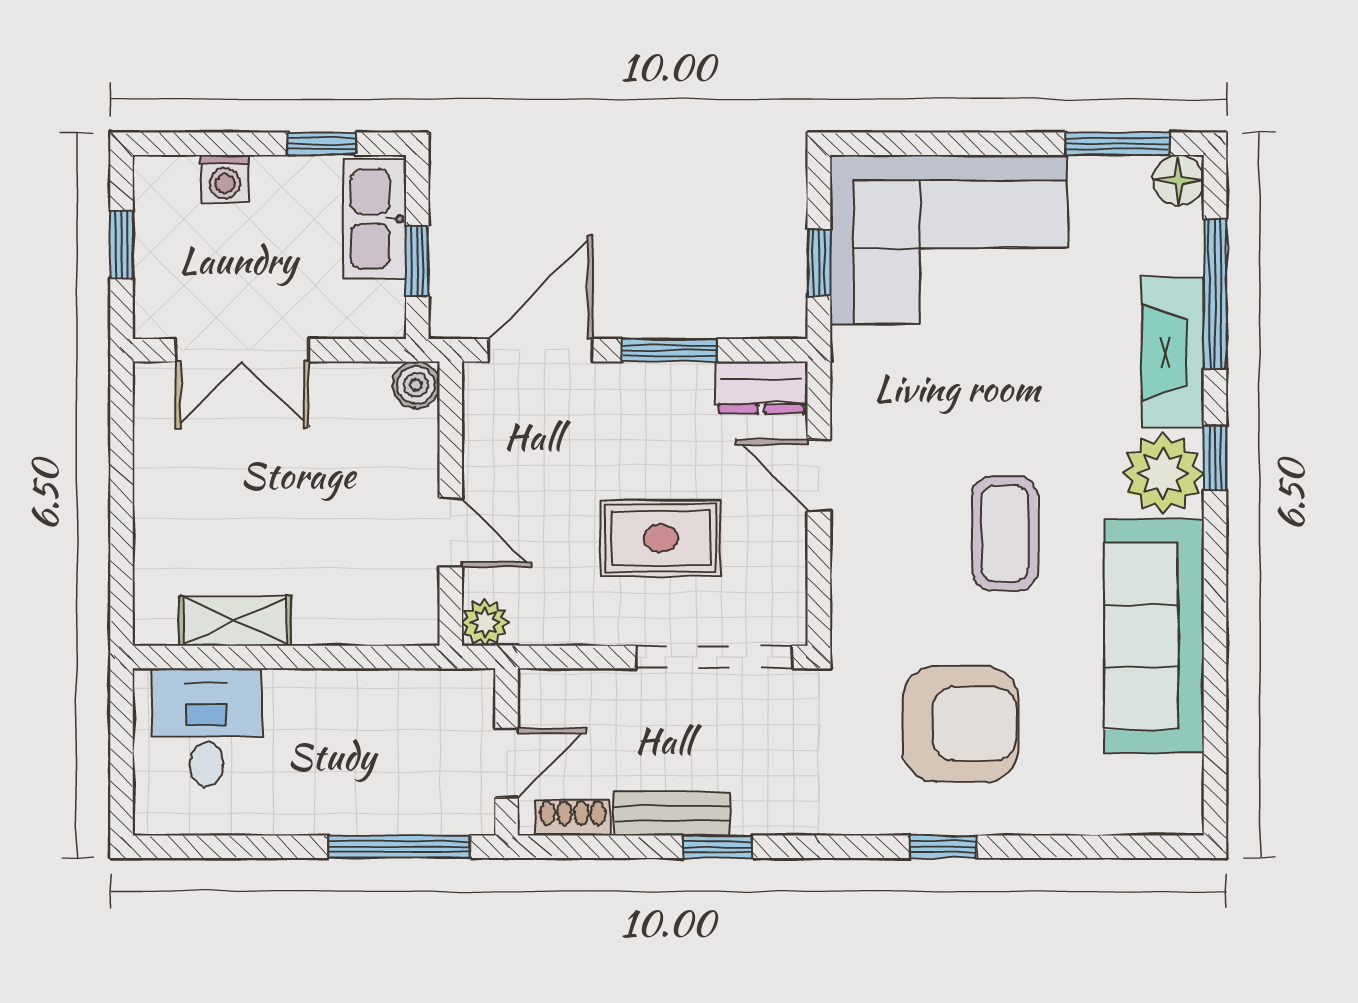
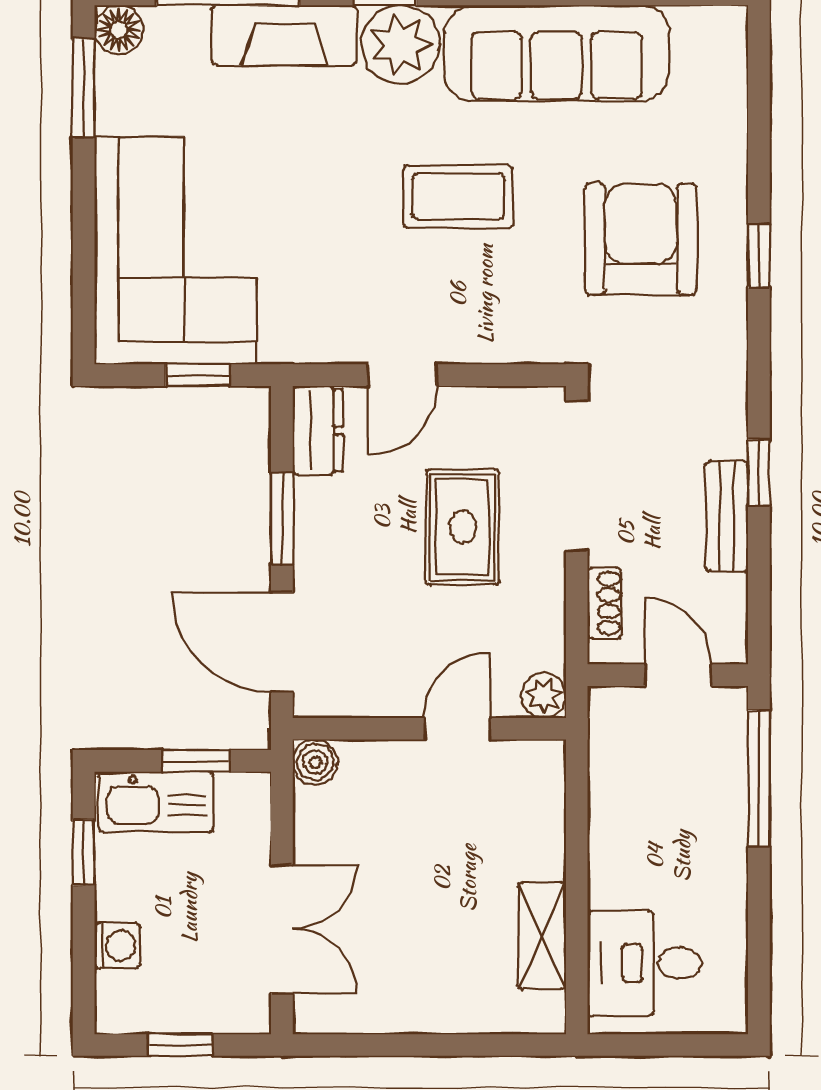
shoe rack: (573, 818) -> (605, 603), moved, turned 180

